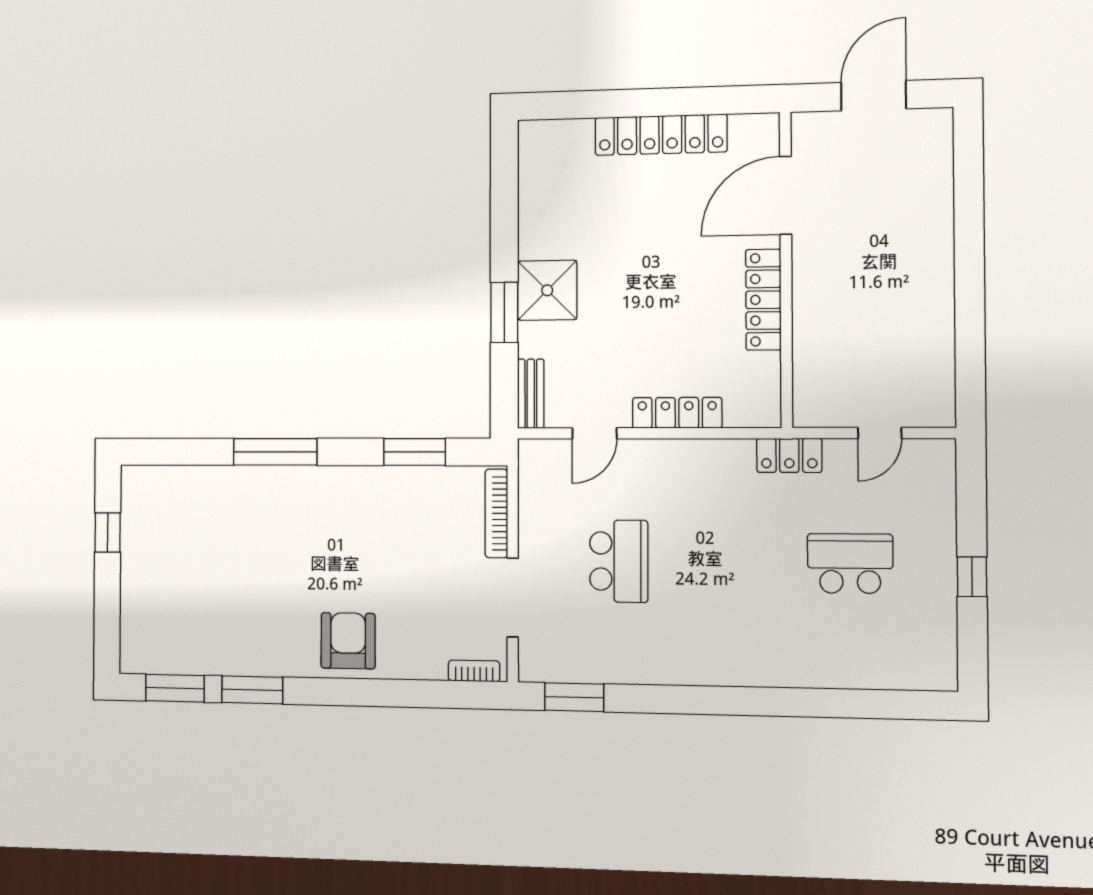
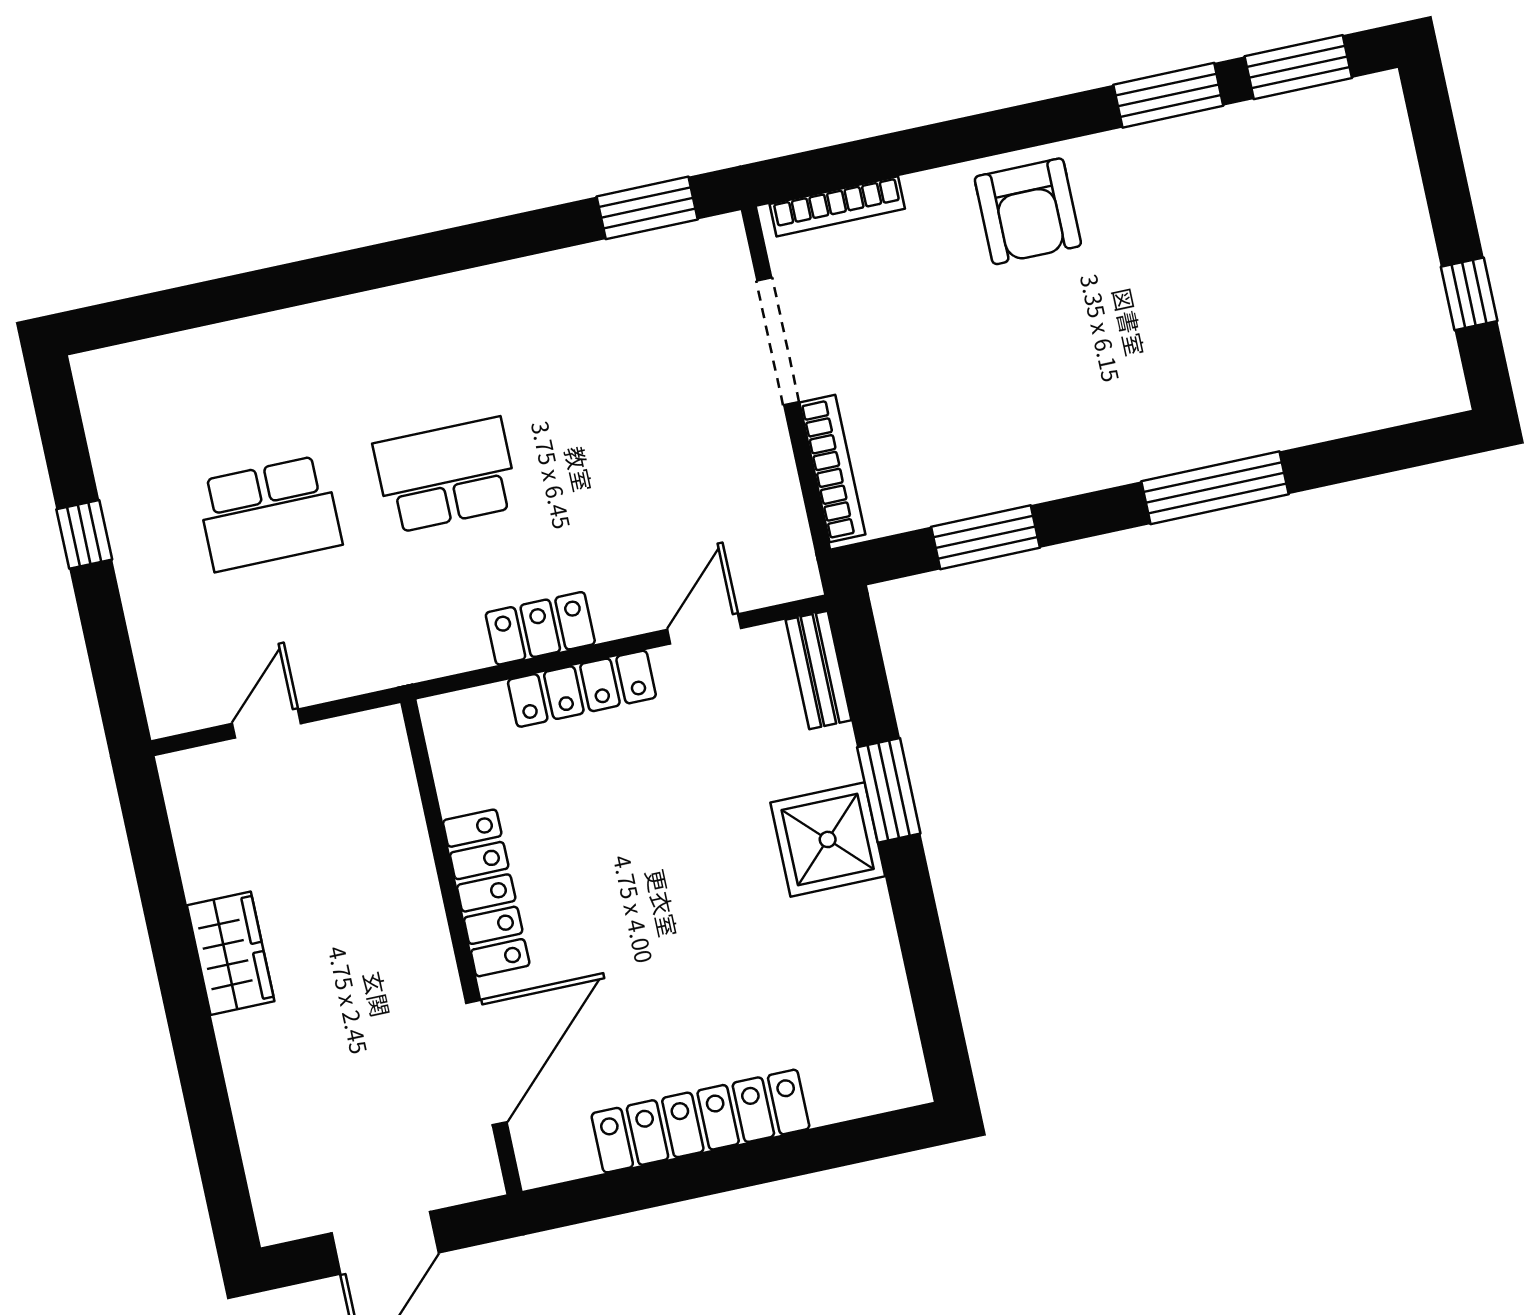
wardrobe: (934, 294) -> (231, 953), added
locker: (789, 455) -> (540, 628), moved
school desk: (619, 561) -> (446, 475), moved, turned 90
bookcase: (474, 671) -> (837, 206), width x1.56

